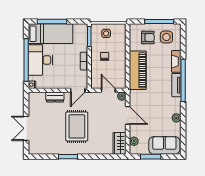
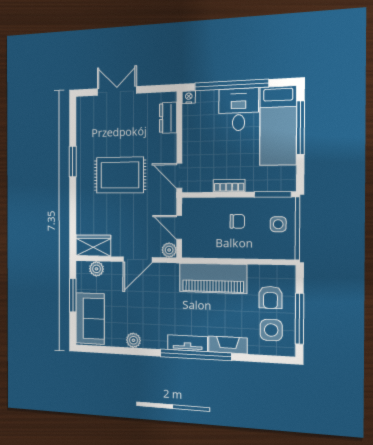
desk: (40, 60) -> (239, 110), width x0.73
door: (108, 90) -> (179, 227), swing flipped
dresser: (55, 97) -> (168, 118), moved

